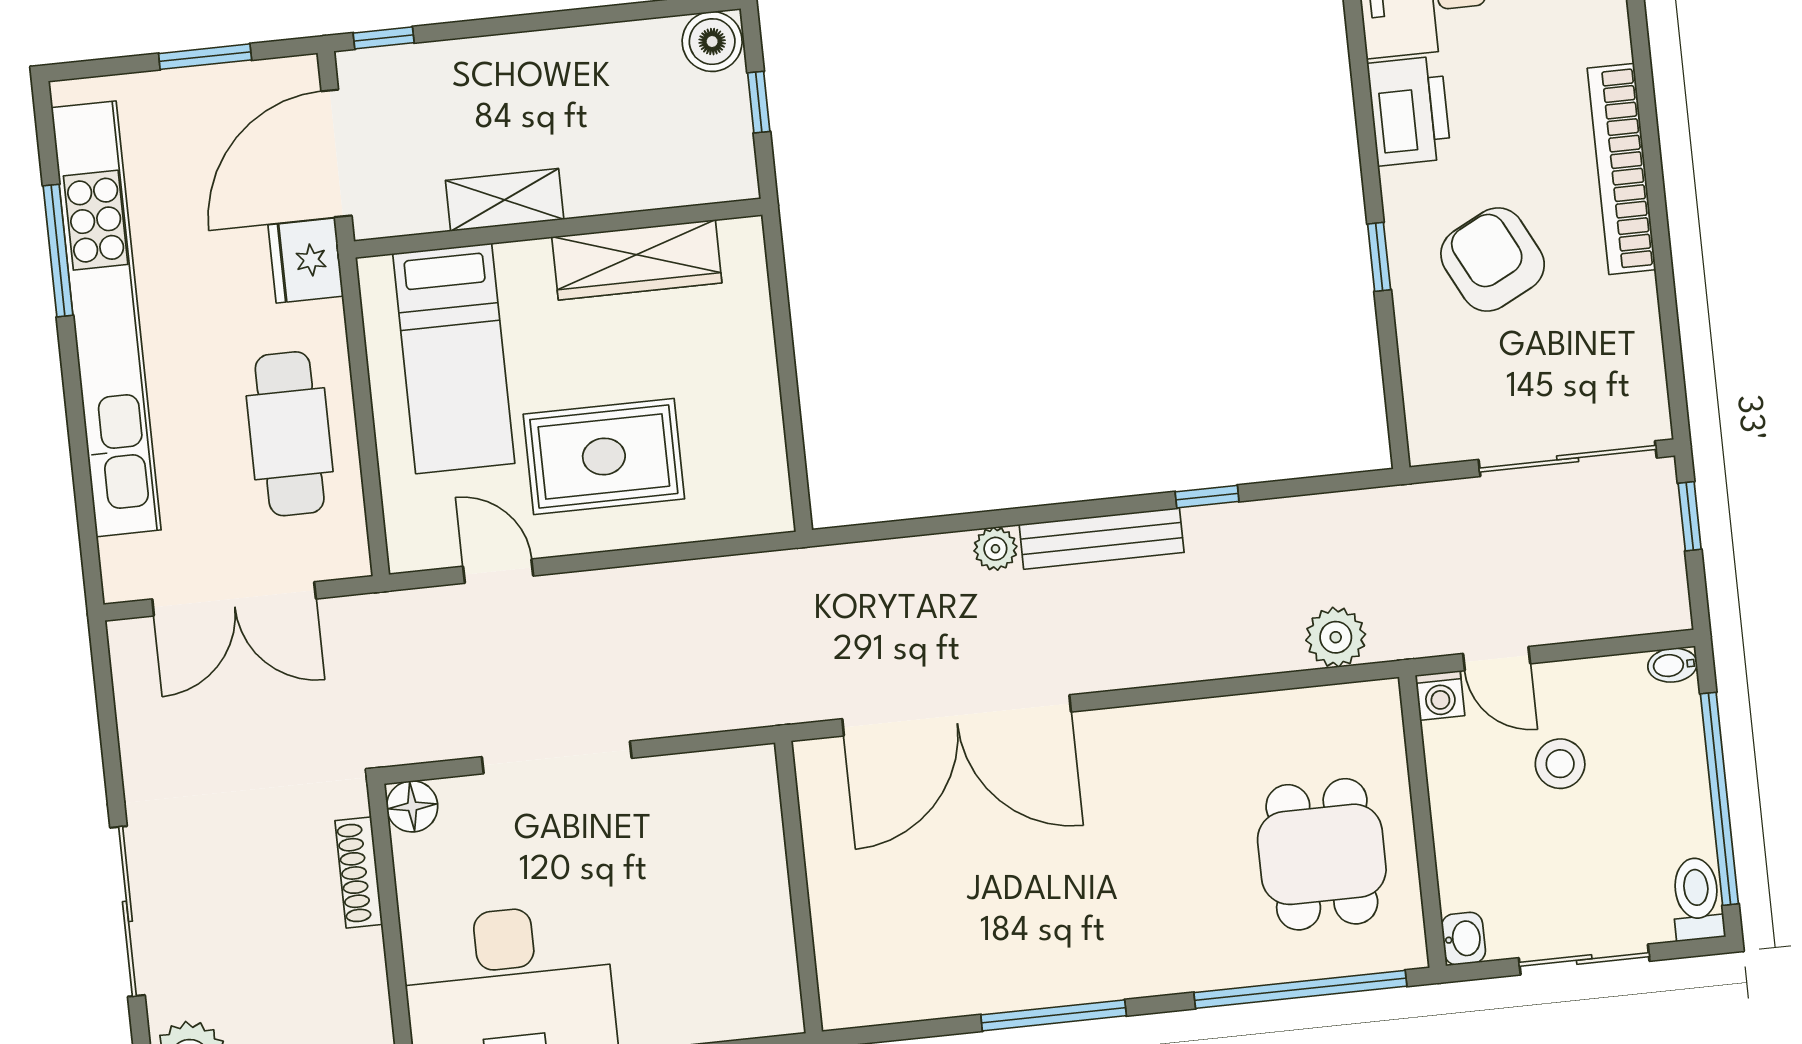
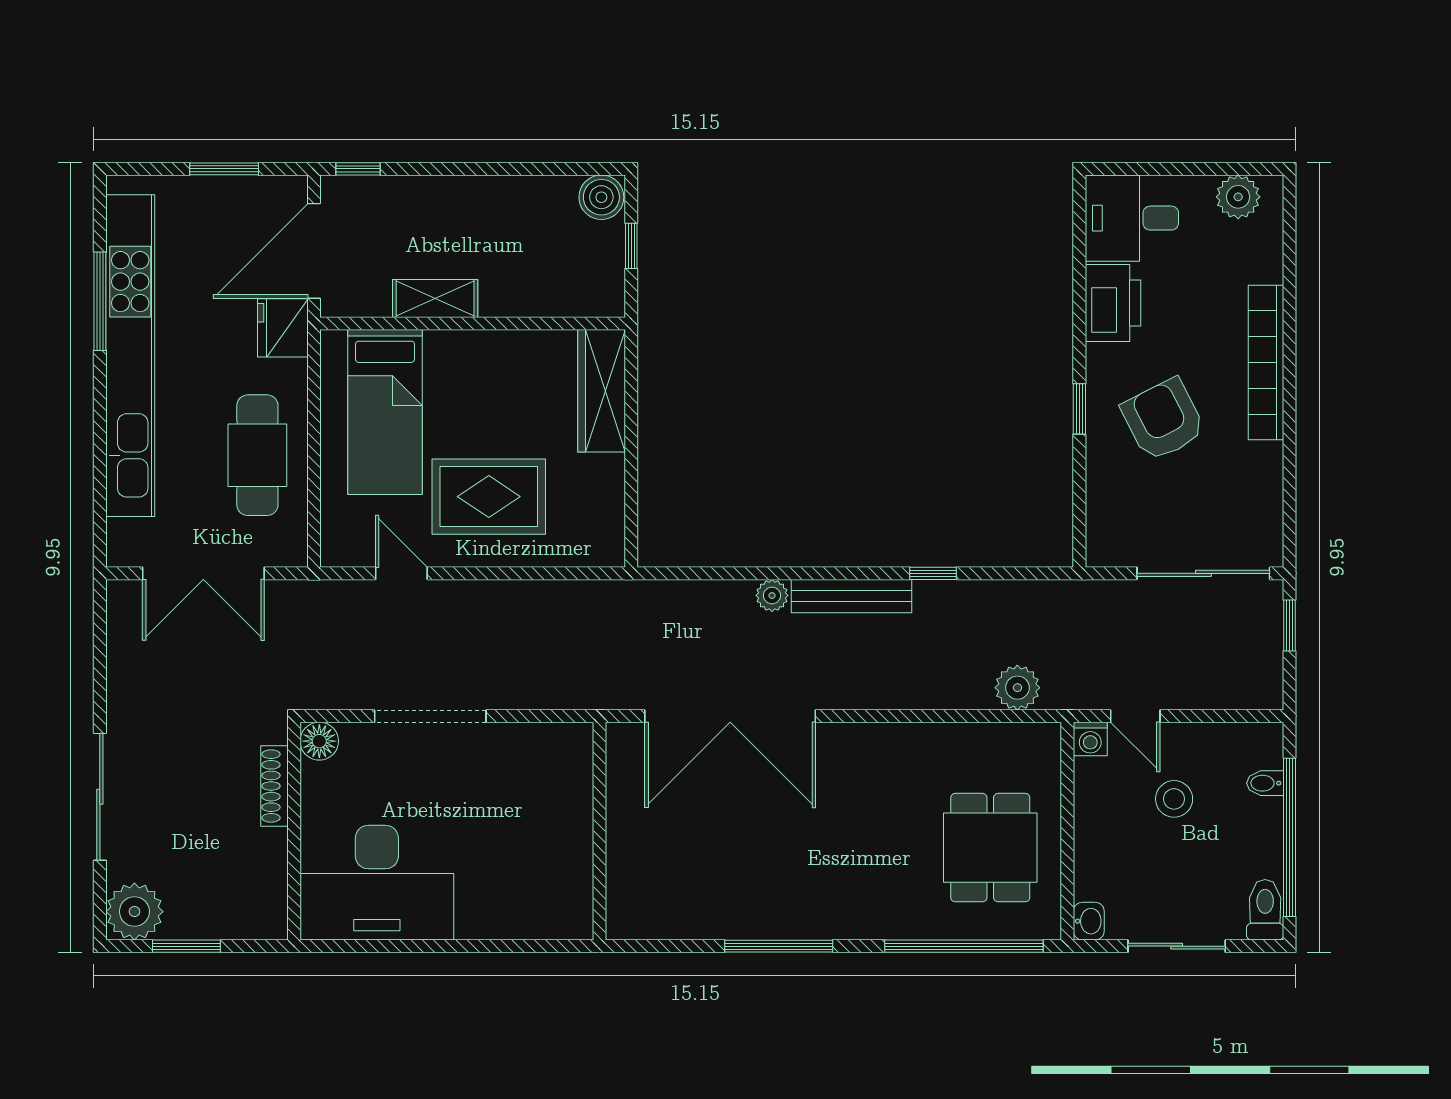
wardrobe: (637, 260) -> (602, 391), moved, turned 90
bidet: (1672, 665) -> (1265, 783), moved

